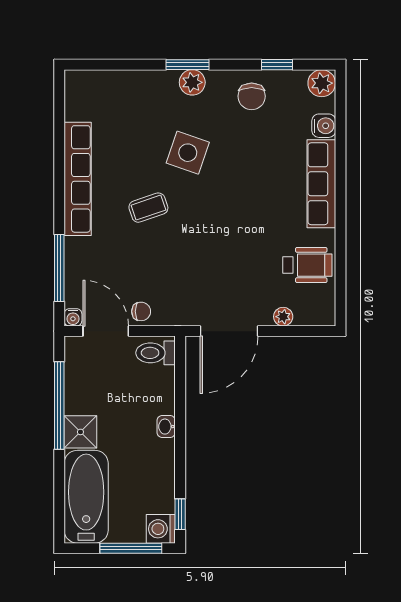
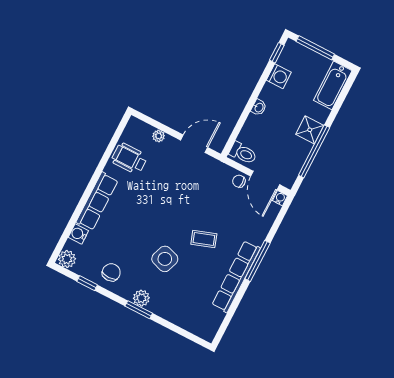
window: (59, 268) -> (258, 261), moved
door: (229, 331) -> (194, 144), width x0.73
bathtub: (86, 497) -> (333, 85), width x0.73, depth x0.73
washing machine: (161, 529) -> (279, 76), moved

